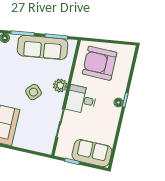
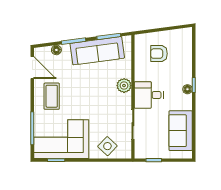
armchair: (100, 63) -> (159, 54), width x0.53, depth x0.53
side table: (33, 92) -> (107, 146), moved
sofa: (92, 153) -> (181, 131), moved, turned -90

